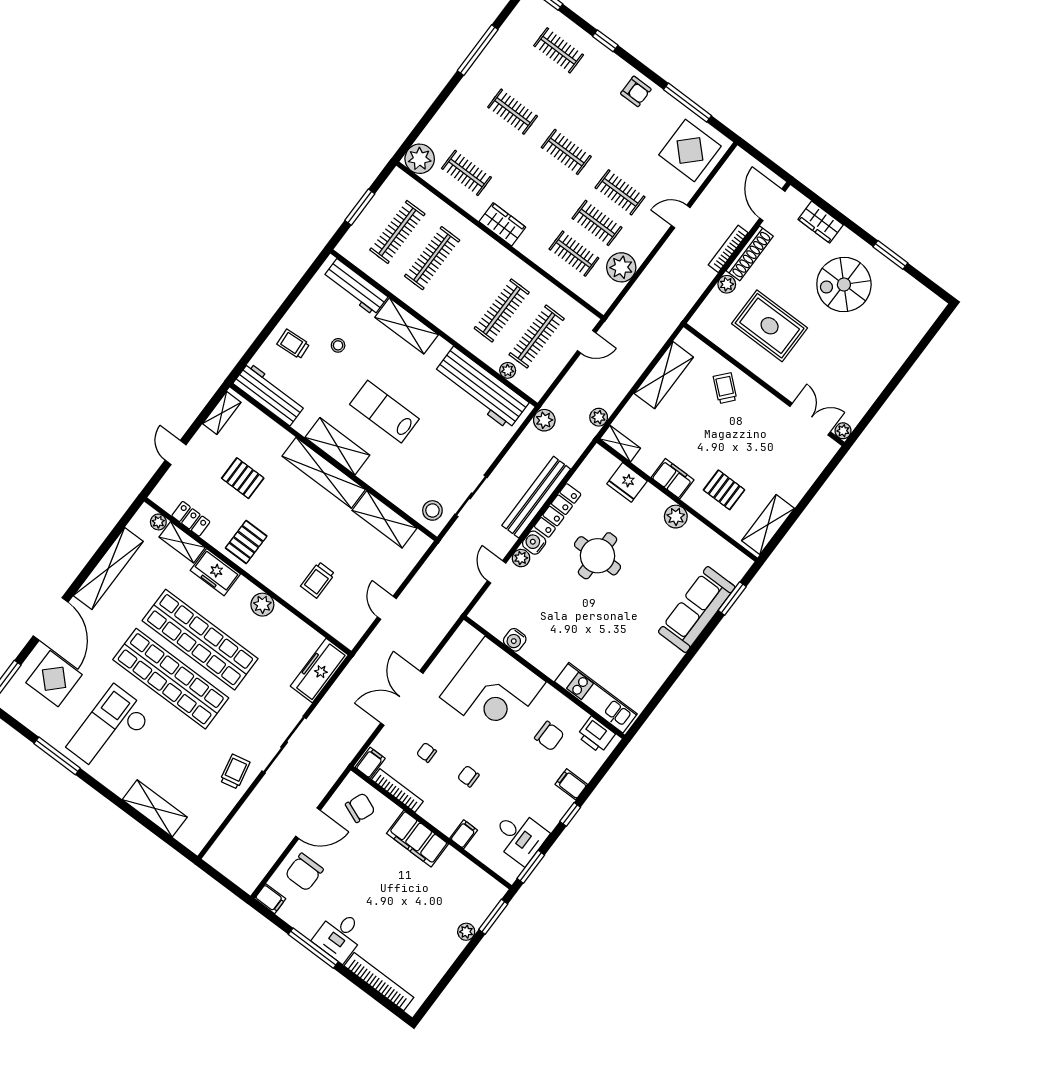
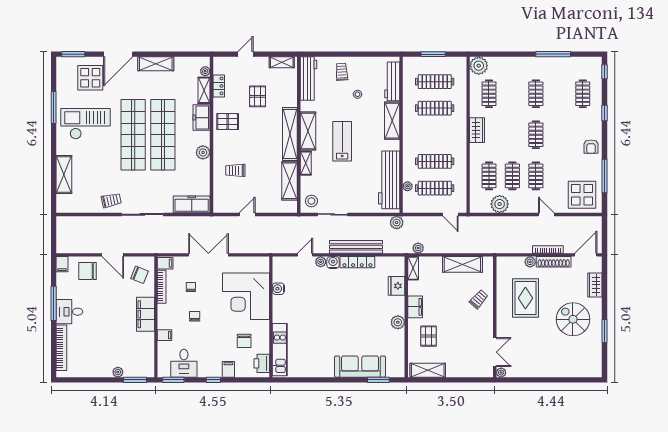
shelving: (377, 481) -> (306, 163), added
round table: (597, 556) -> (350, 298), removed
shelving: (108, 569) -> (156, 64), width x0.68

